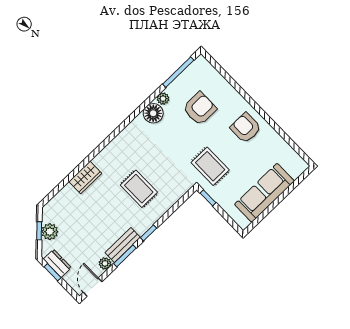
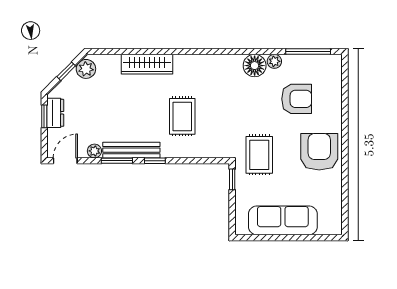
armchair: (246, 128) -> (319, 152), width x1.36, depth x1.36
wardrobe: (85, 177) -> (147, 64), width x1.50
plant: (50, 232) -> (86, 69), moved
bench: (123, 245) -> (131, 150), width x1.36

